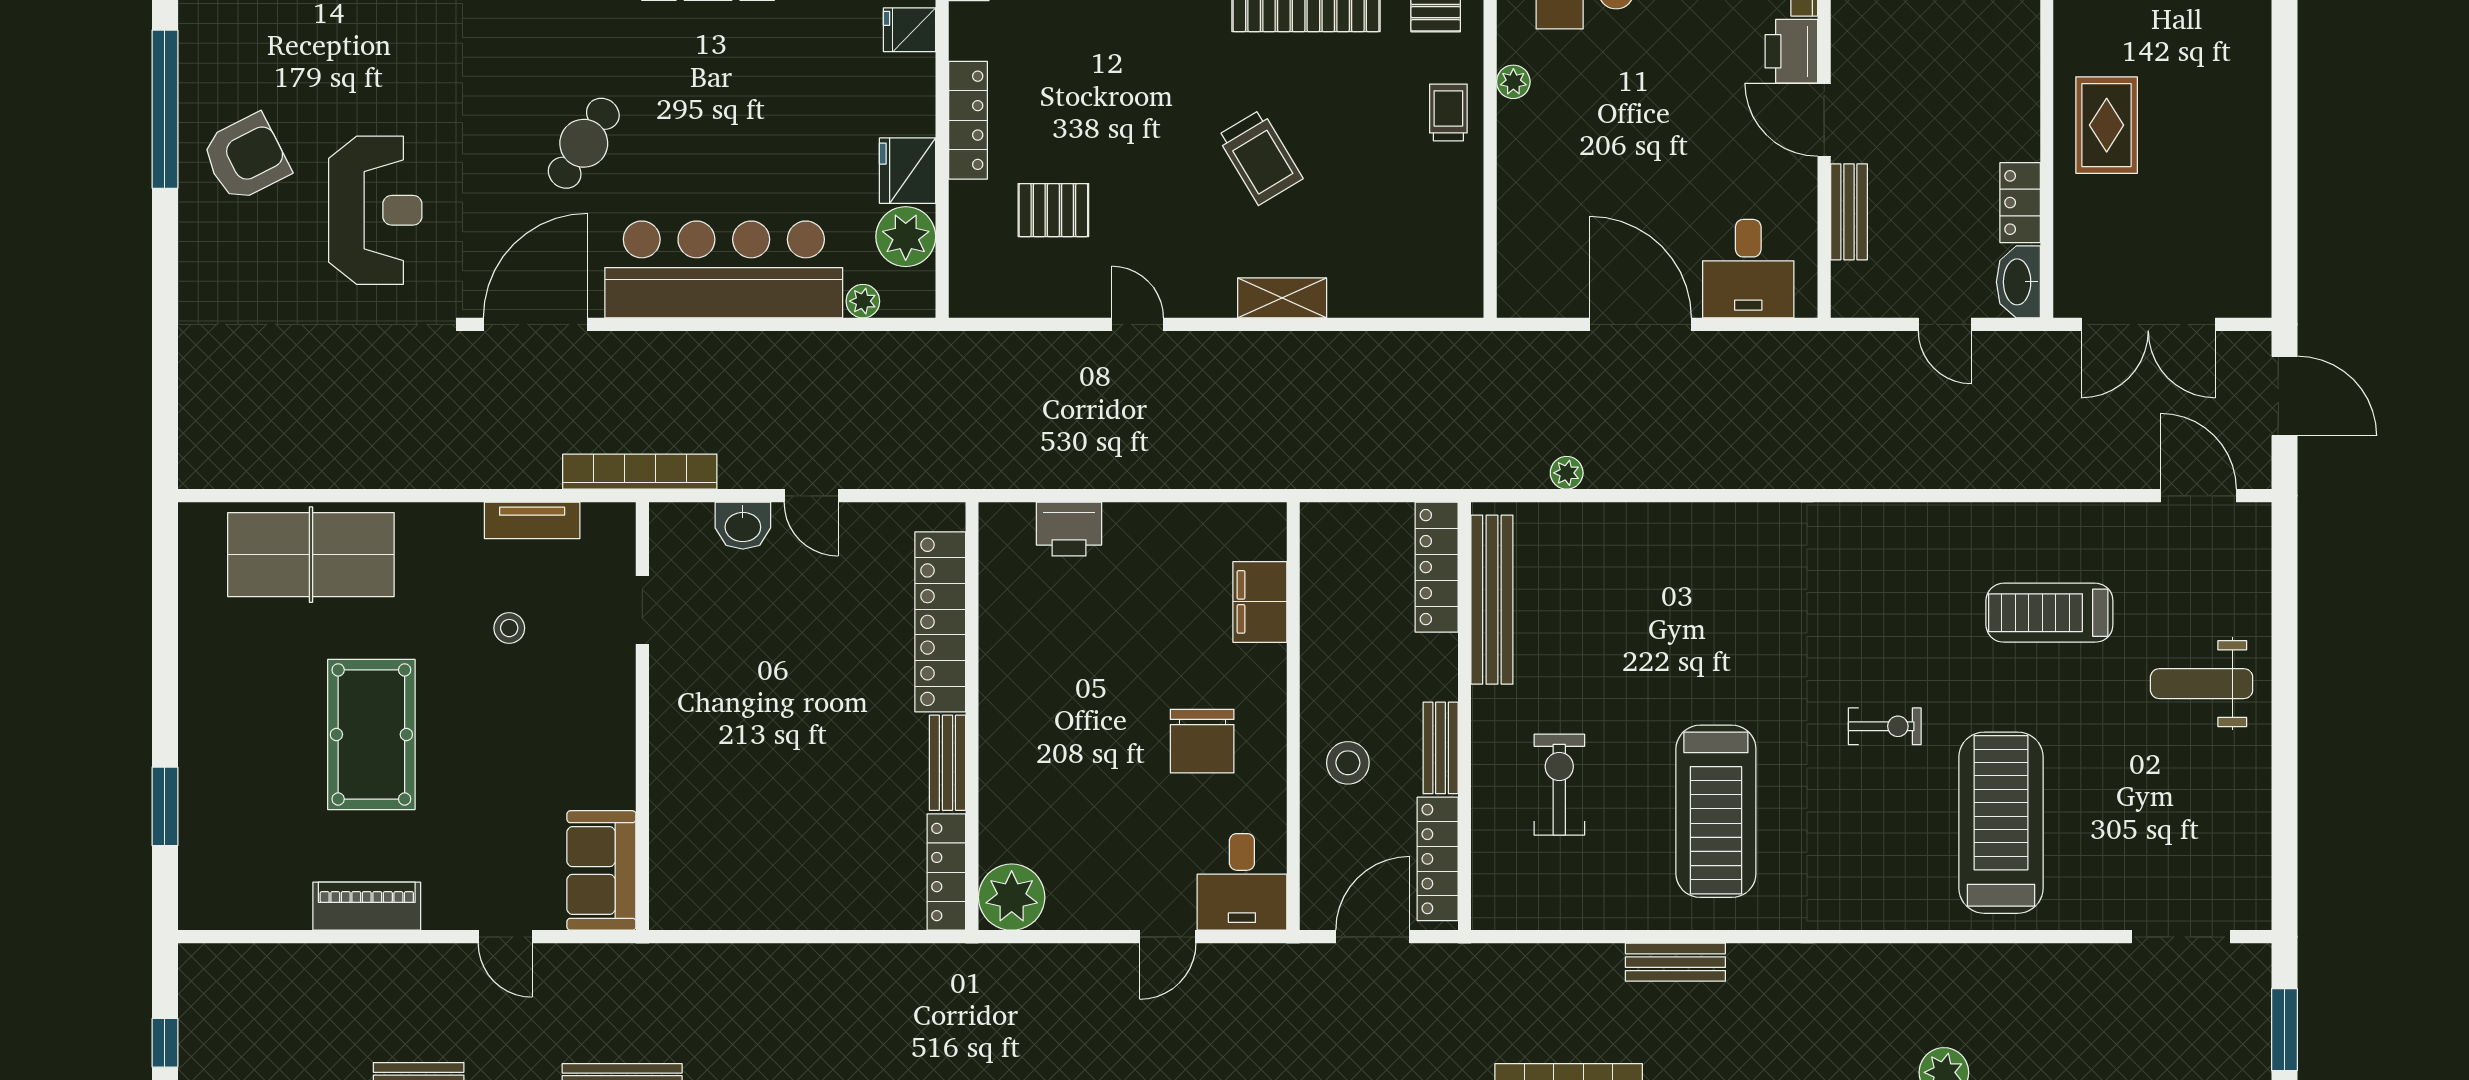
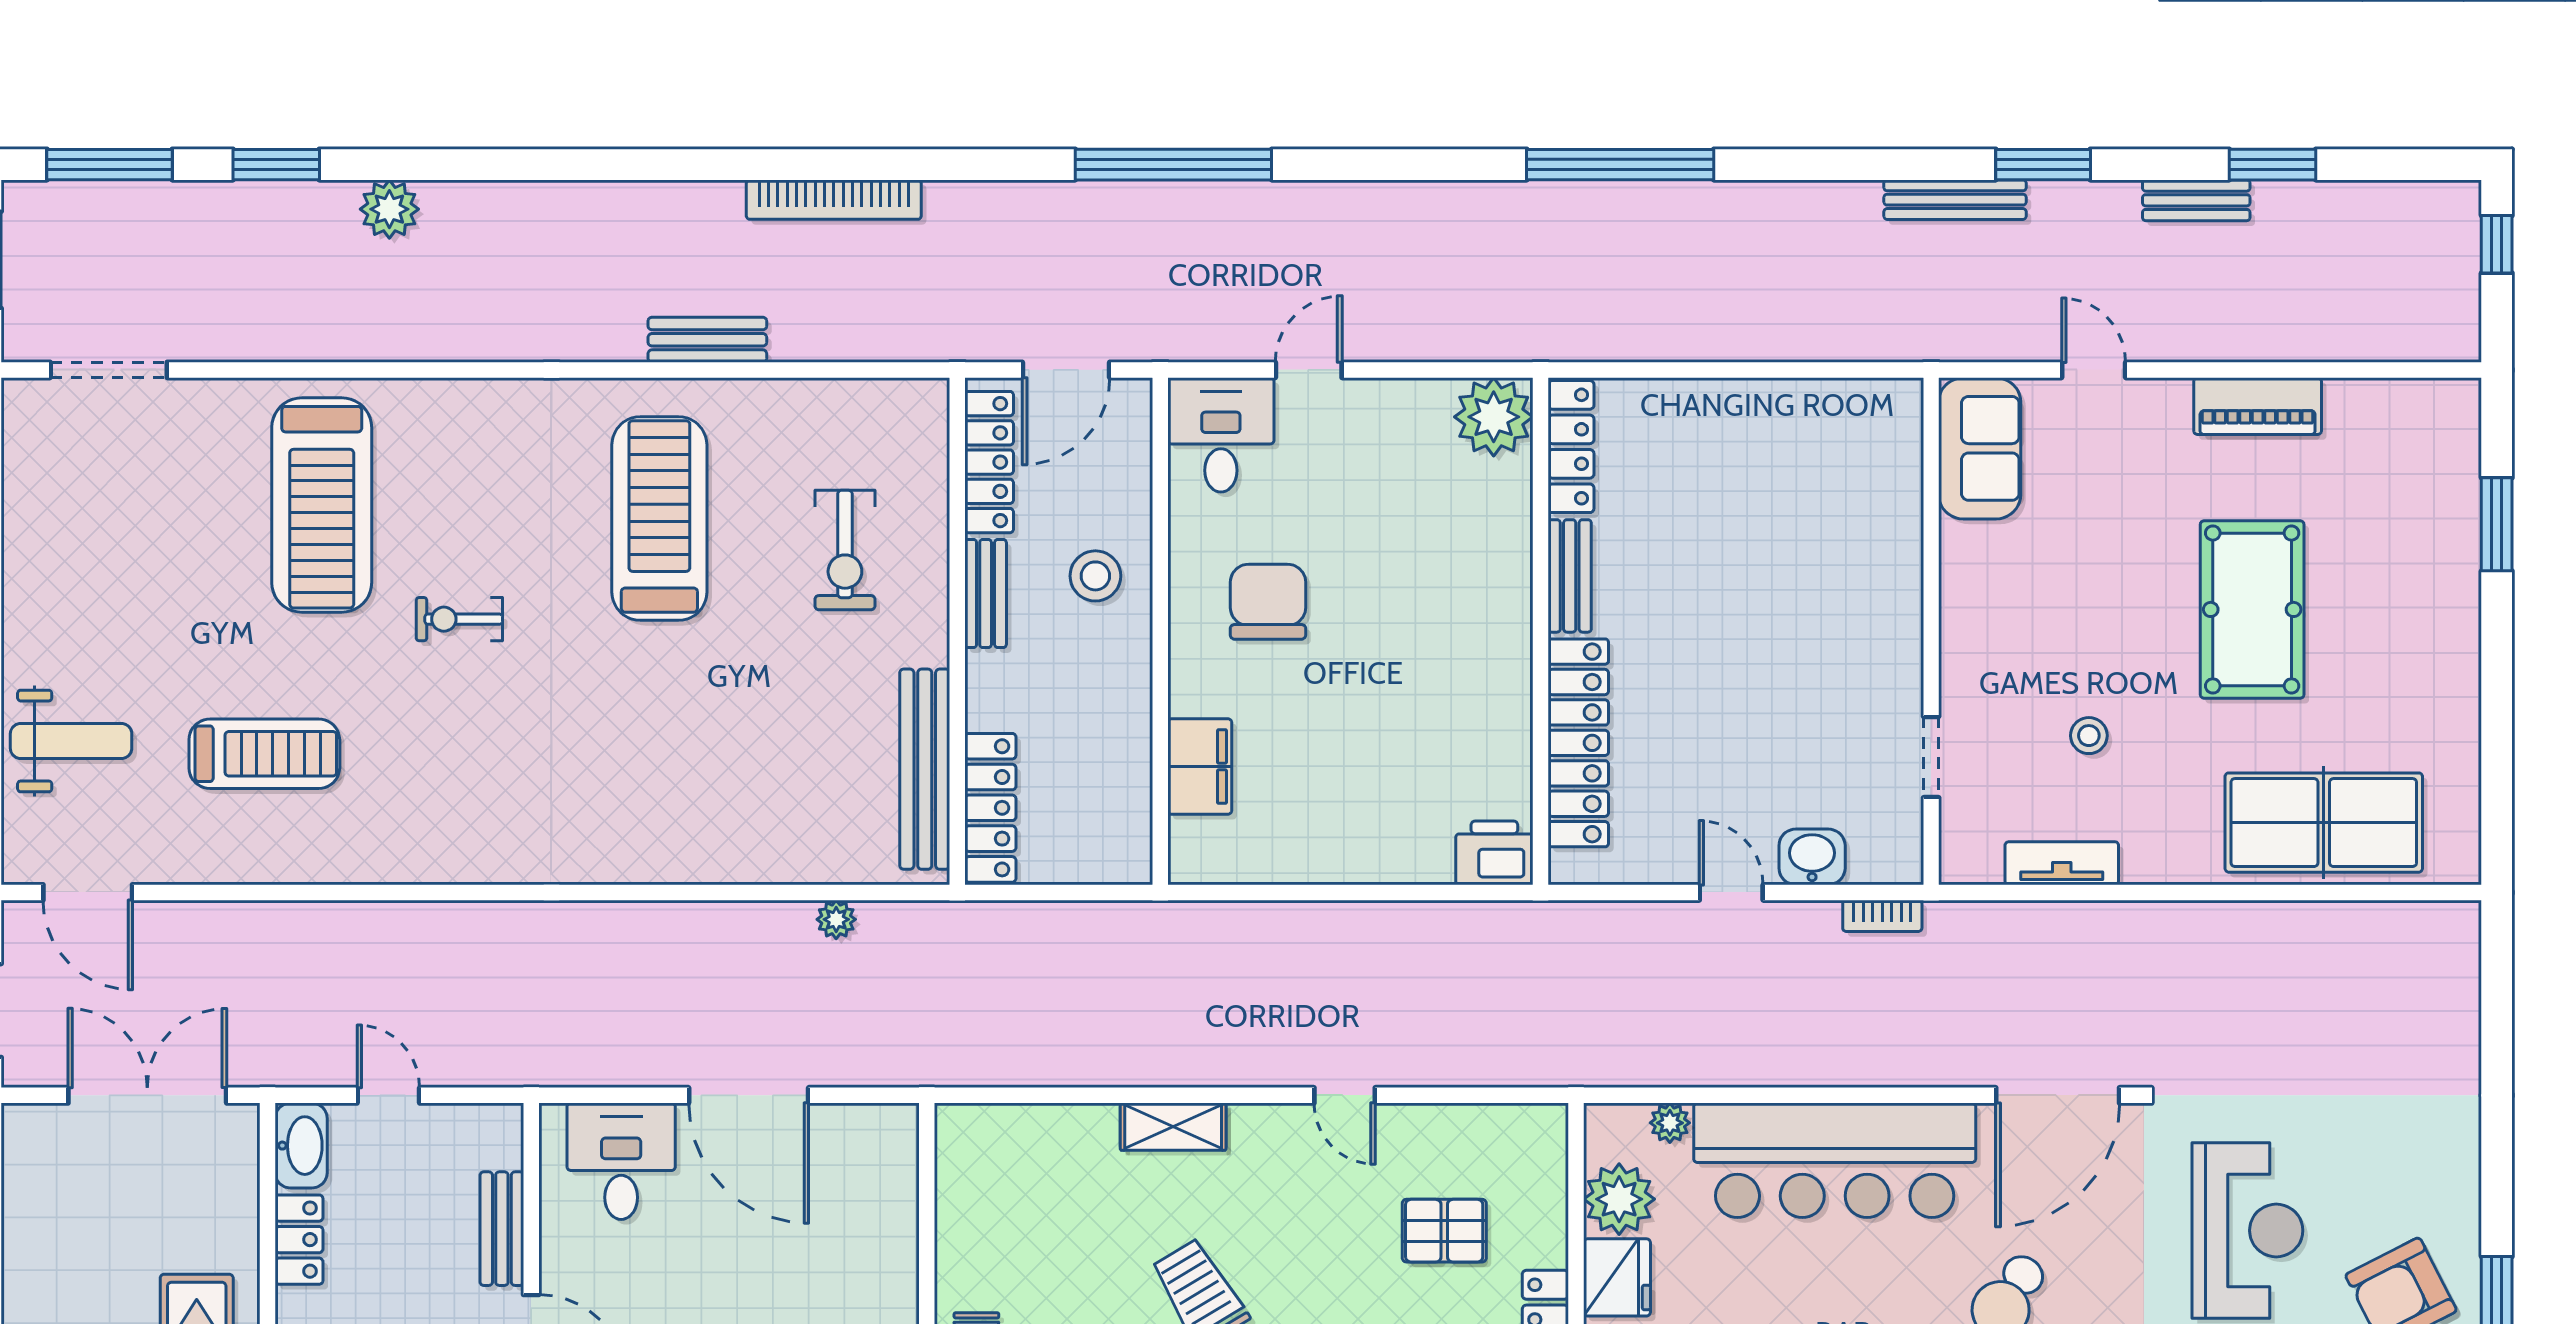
reception desk: (375, 210) -> (2247, 1230), turned 180
bookcase: (640, 472) -> (1882, 916), width x0.43, depth x0.76
printer: (1069, 529) -> (1494, 853), moved
weight bench: (2202, 684) -> (71, 741), moved

